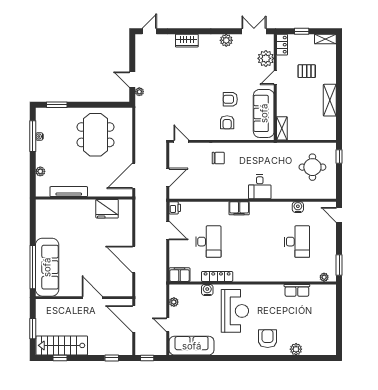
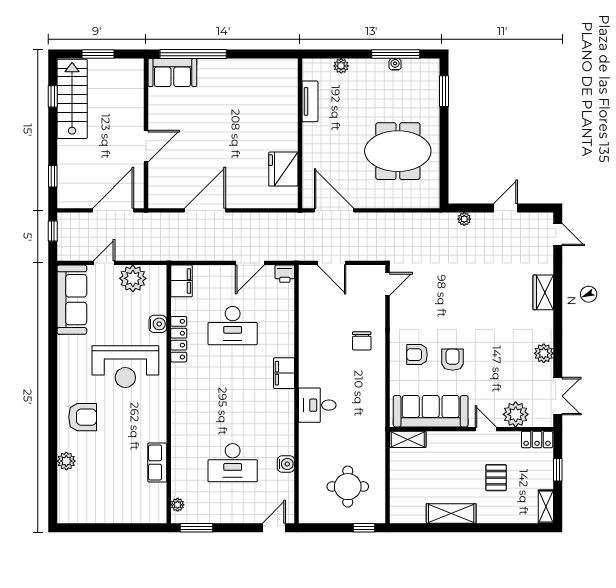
door: (132, 80) -> (506, 208), moved
tv unit: (69, 192) -> (310, 101), width x0.71
sofa: (47, 267) -> (172, 73), width x0.54, depth x0.79
plant: (174, 302) -> (133, 278), width x1.88, depth x1.88

